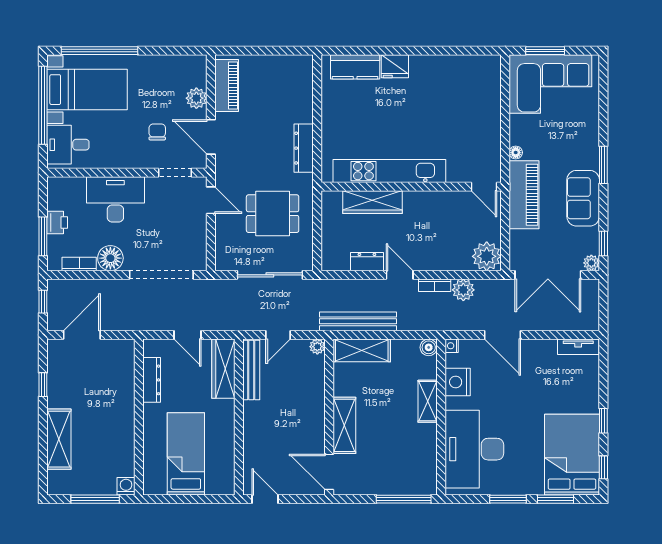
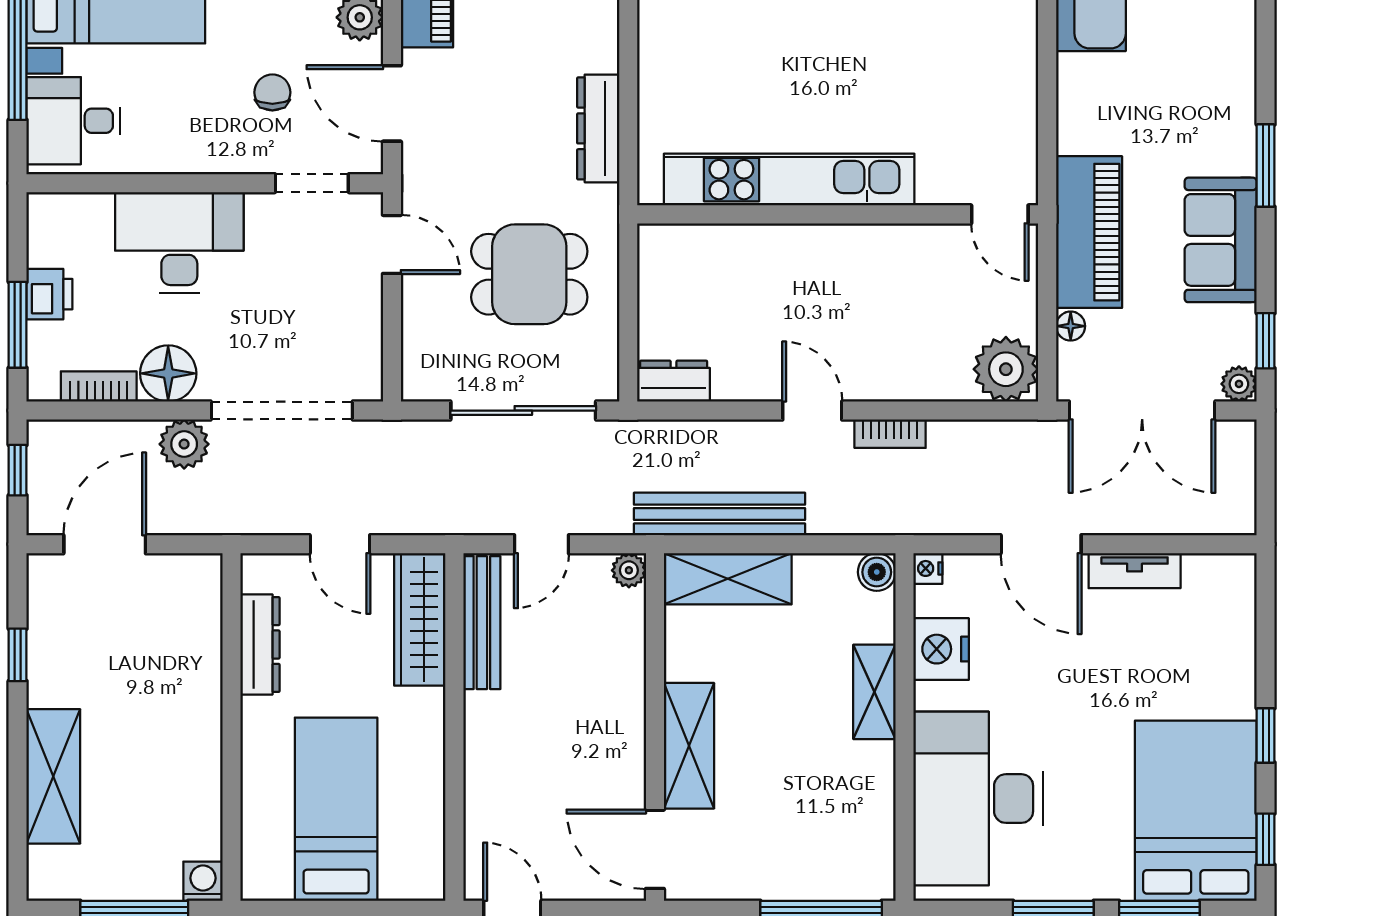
floor lamp: (516, 152) -> (1071, 326), moved
wardrobe: (372, 202) -> (752, 249), removed
dresser: (367, 262) -> (674, 381), moved
plant: (463, 290) -> (184, 444), moved
tv unit: (578, 347) -> (1135, 571), moved

